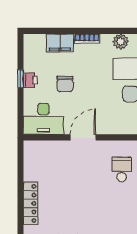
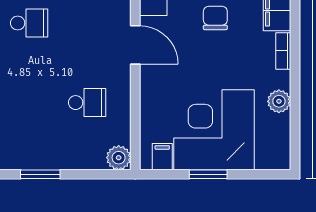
chair: (65, 84) -> (215, 18), turned 90
school desk: (68, 208) -> (29, 23), added

